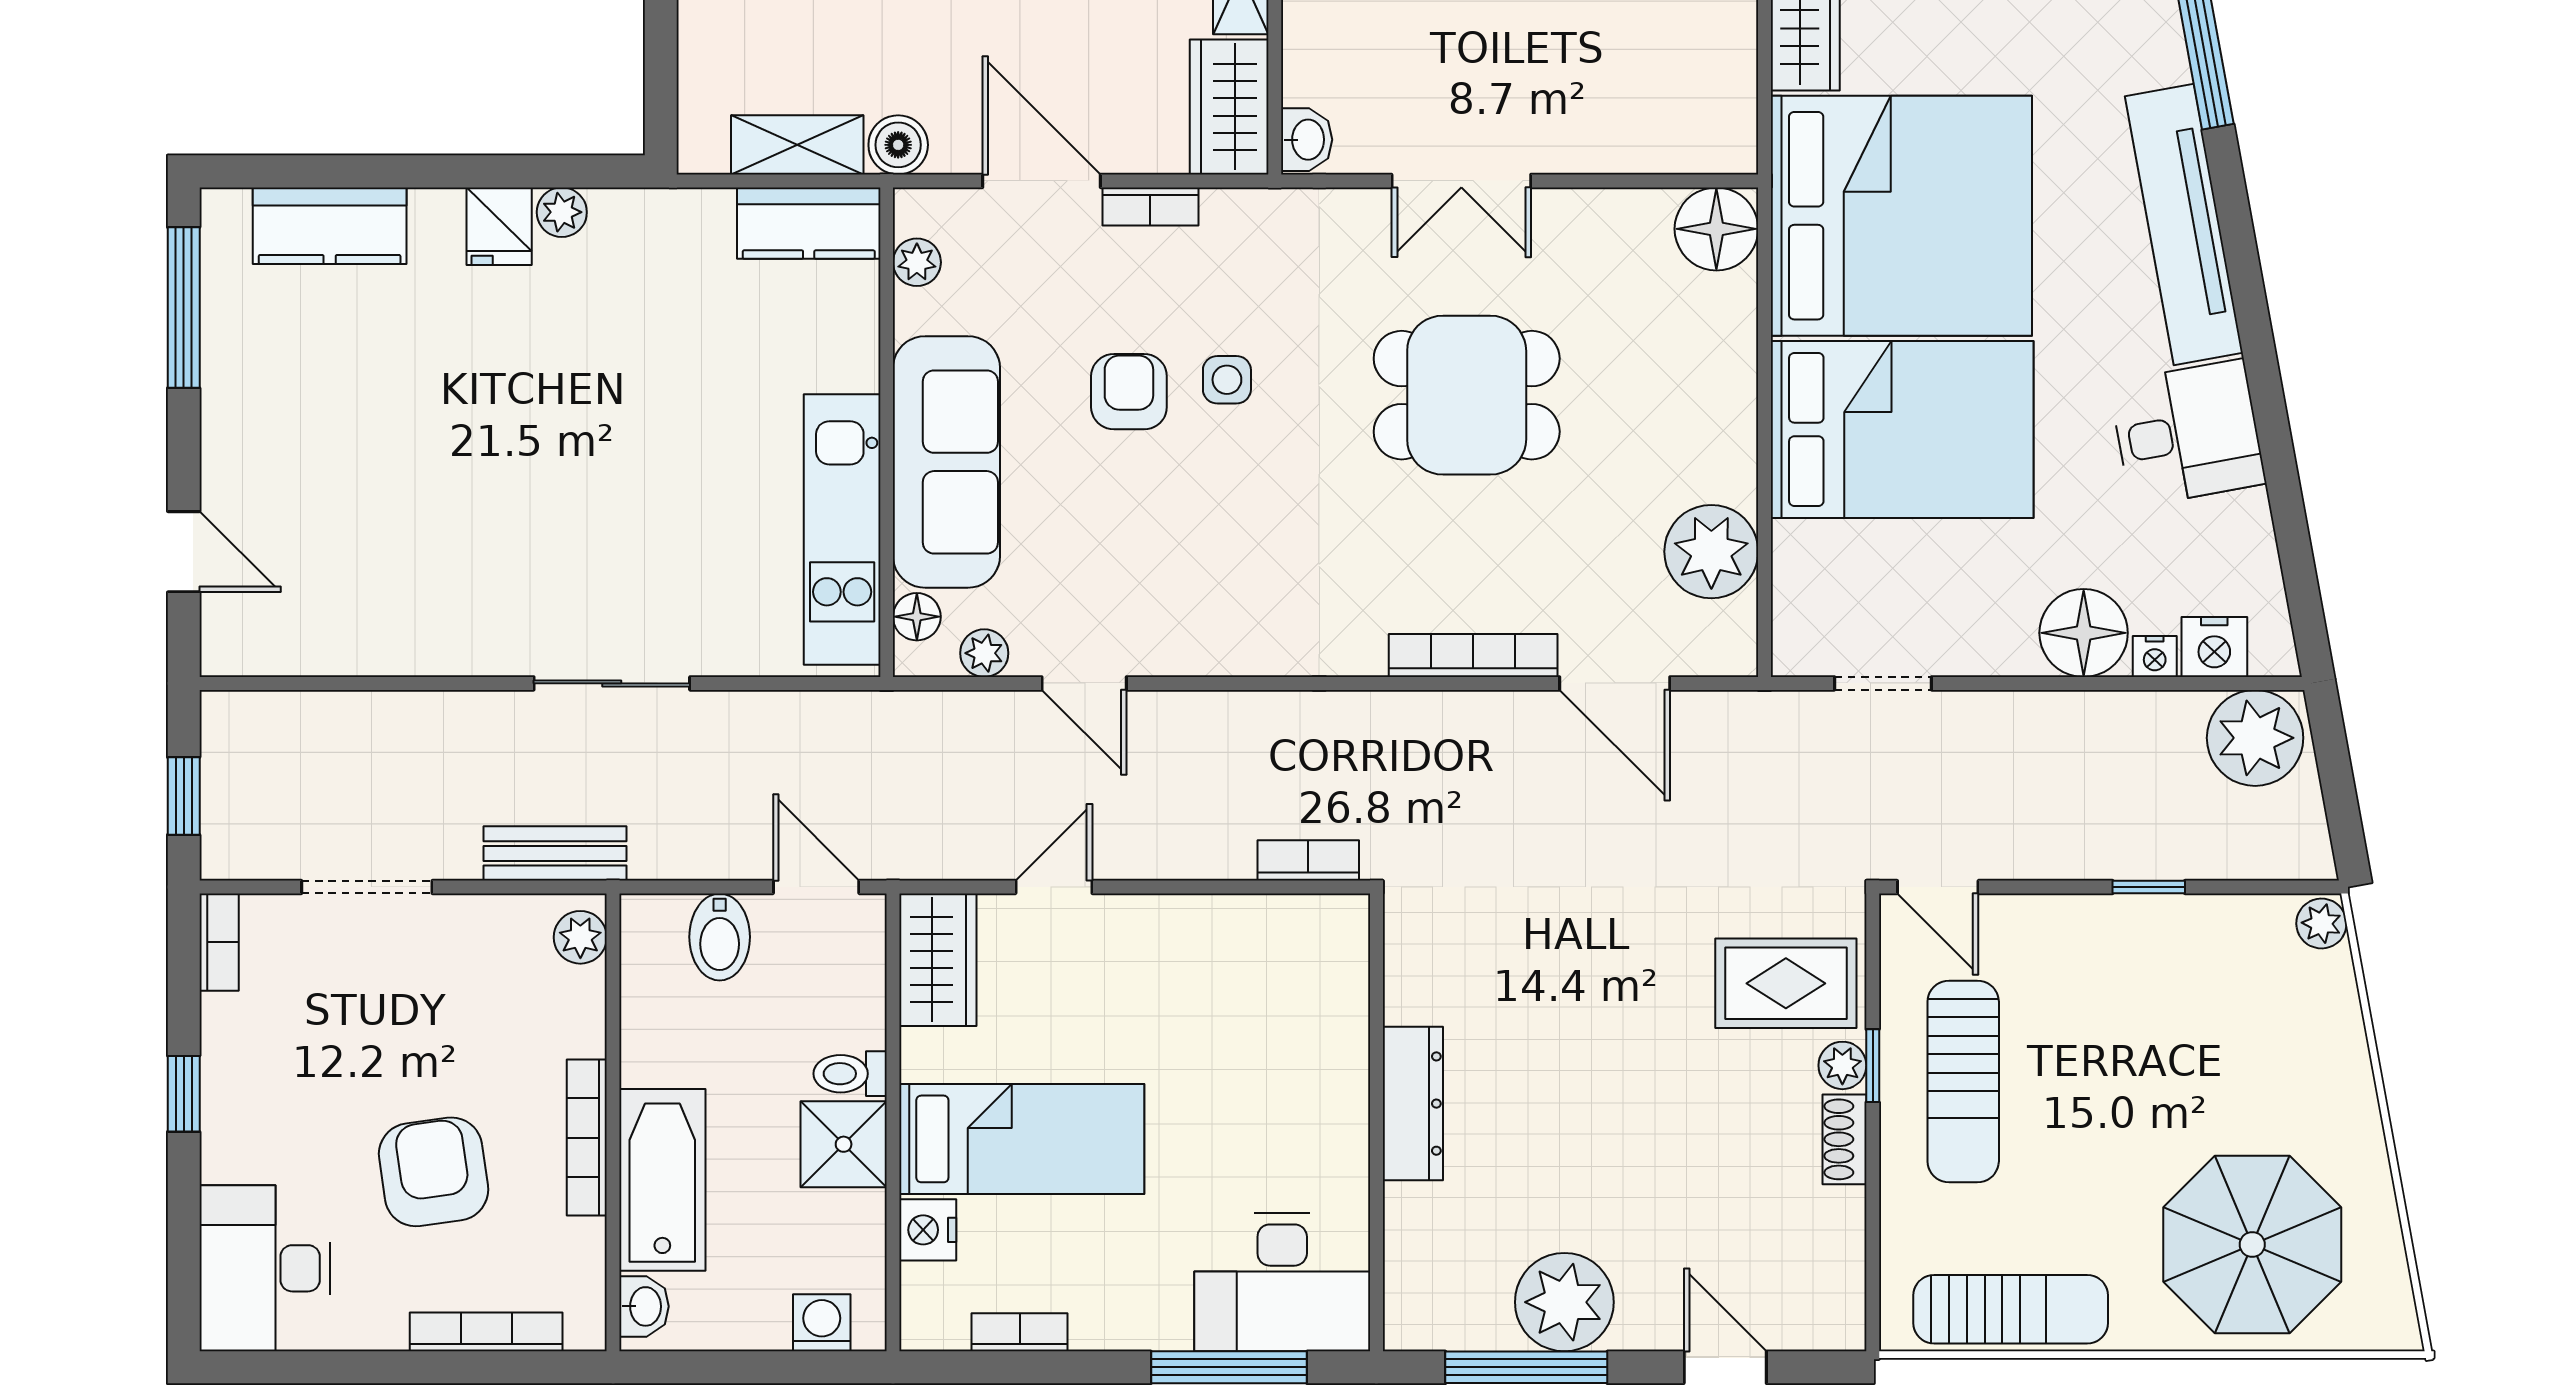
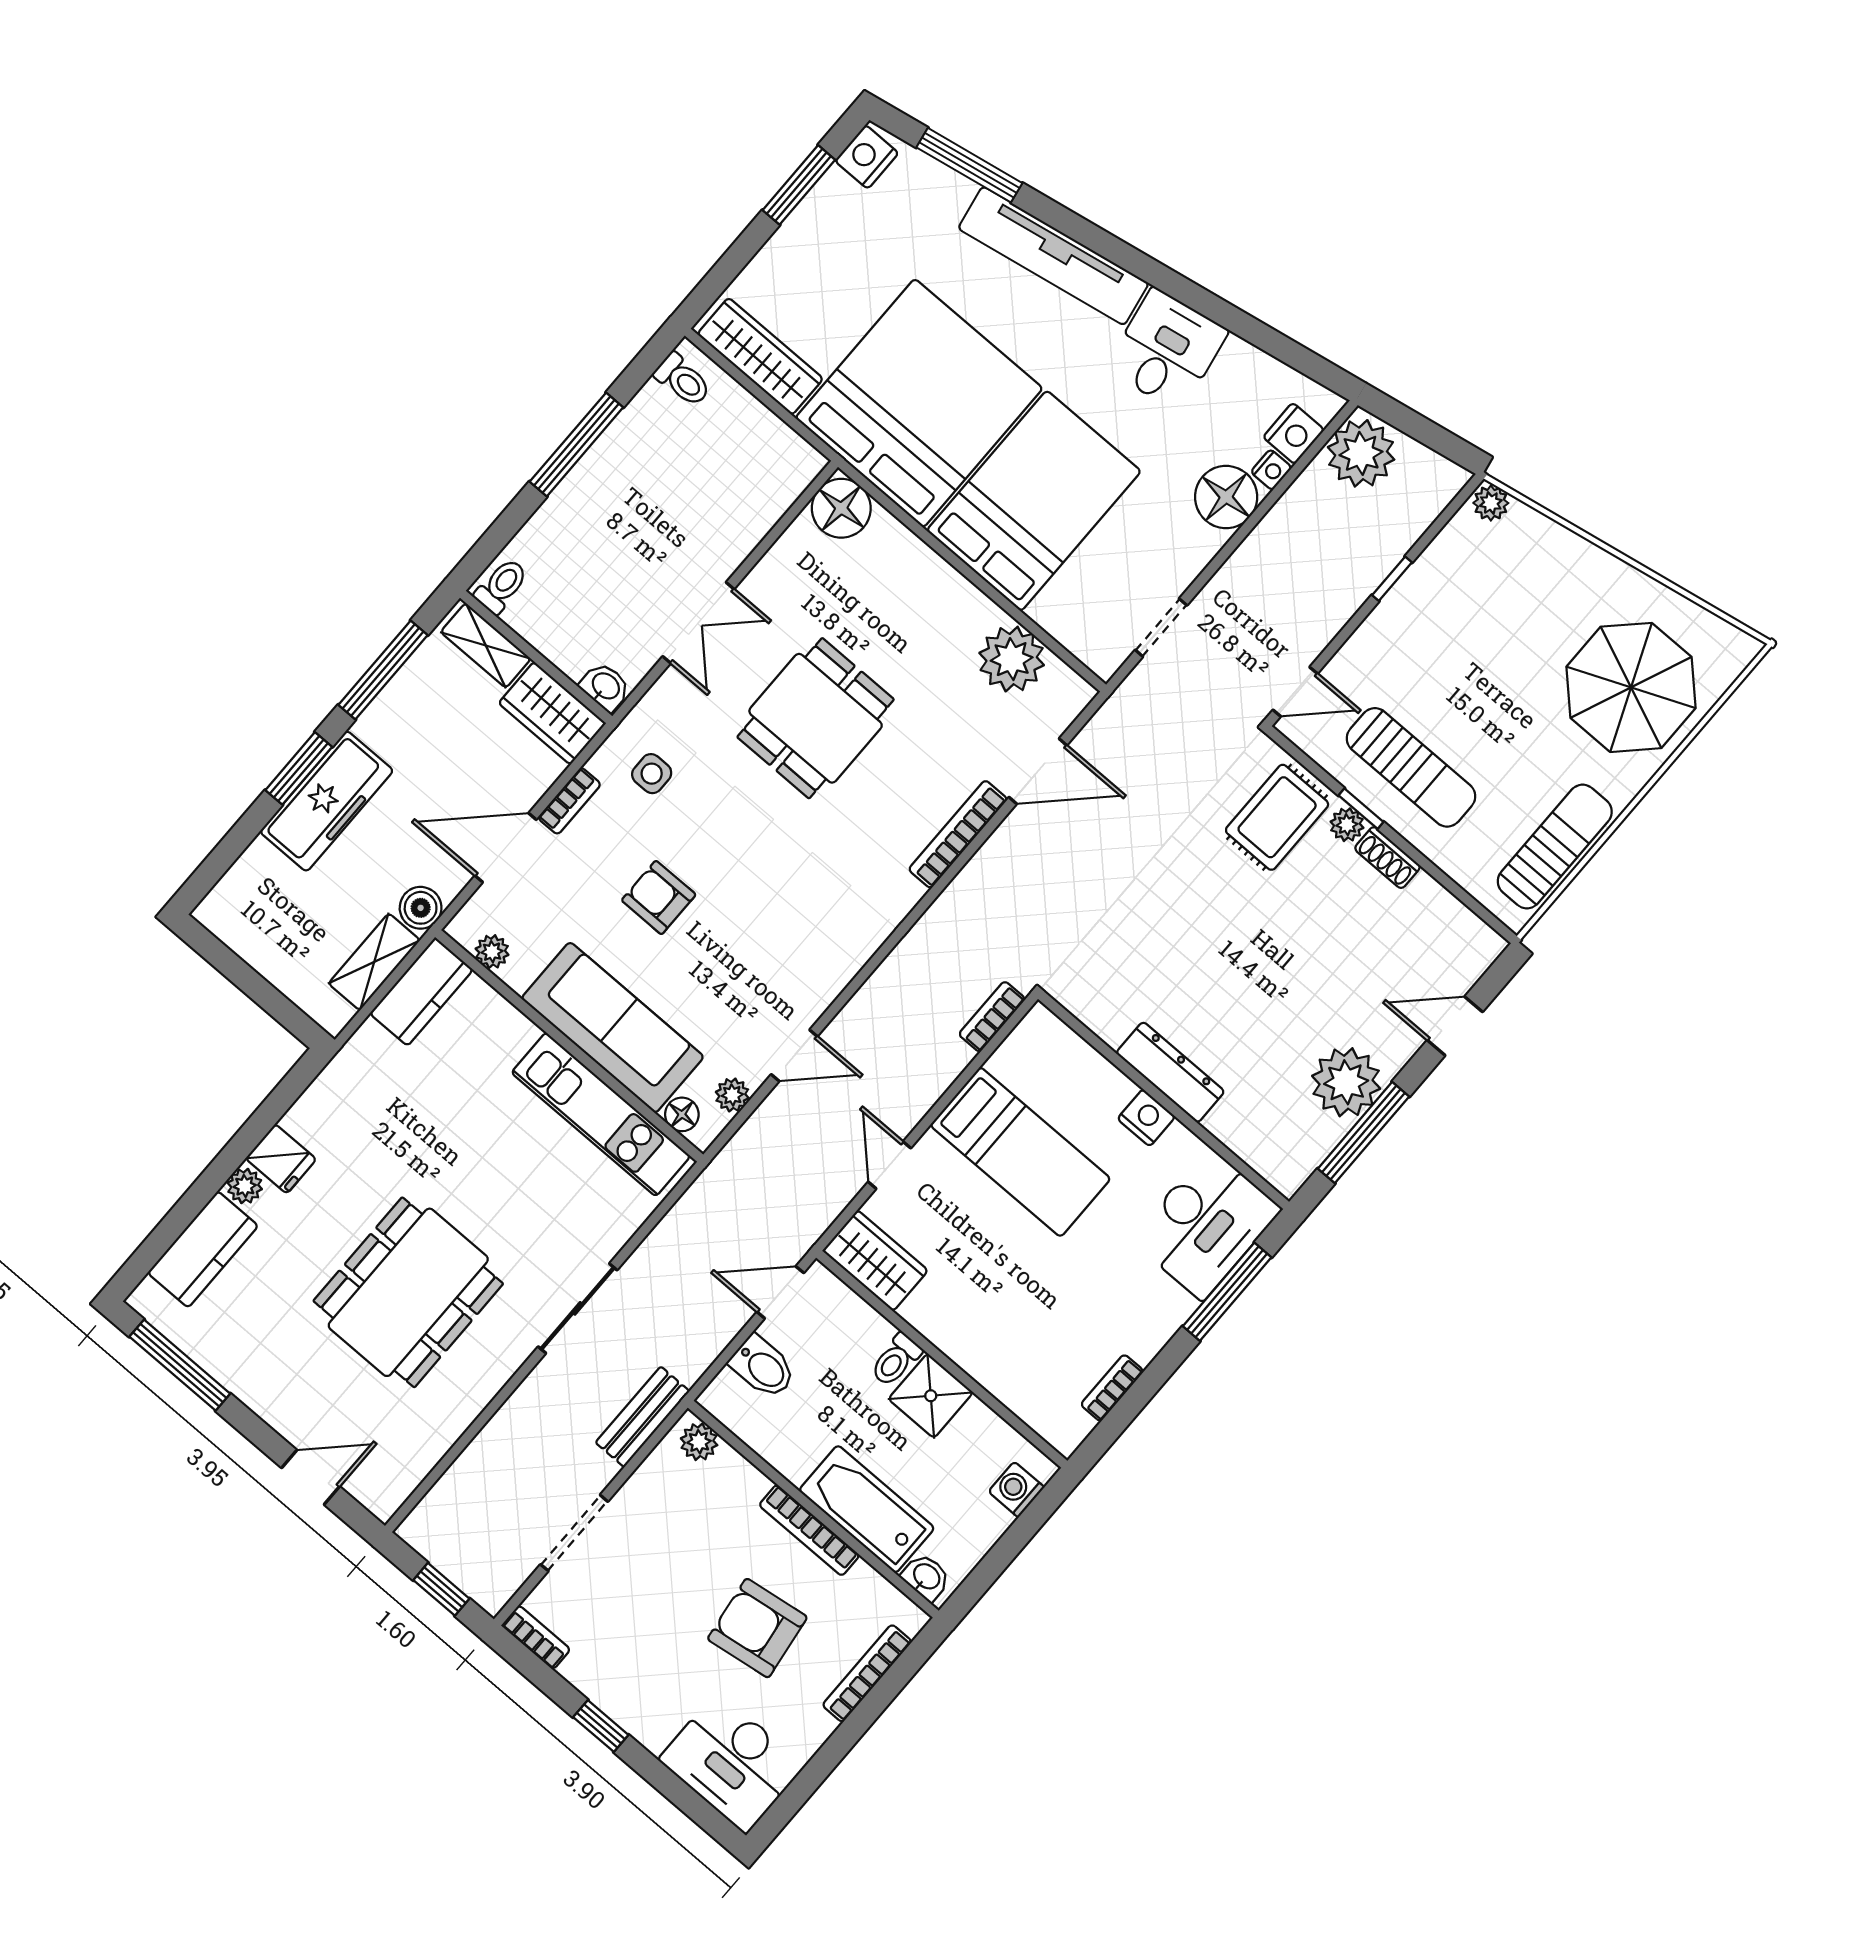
plant: (562, 212) -> (245, 1186), moved
side table: (1227, 380) -> (652, 774), moved
dining table: (473, 486) -> (408, 1292), added
bed: (1022, 1139) -> (1020, 1152), moved, turned 90
nightstand: (928, 1230) -> (1146, 1118), moved, turned 180

